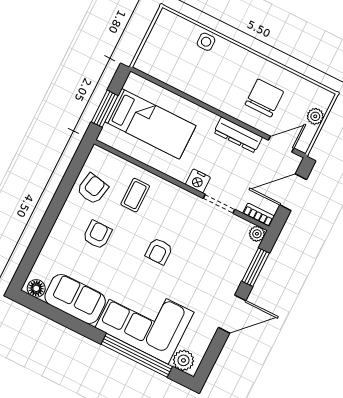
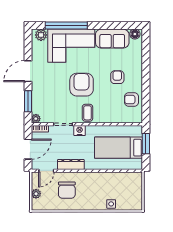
armchair: (93, 189) -> (132, 100), turned 79
coffee table: (135, 195) -> (87, 113), moved
armchair: (97, 235) -> (117, 77), turned 180
armchair: (159, 251) -> (82, 85), width x1.88, depth x1.88

